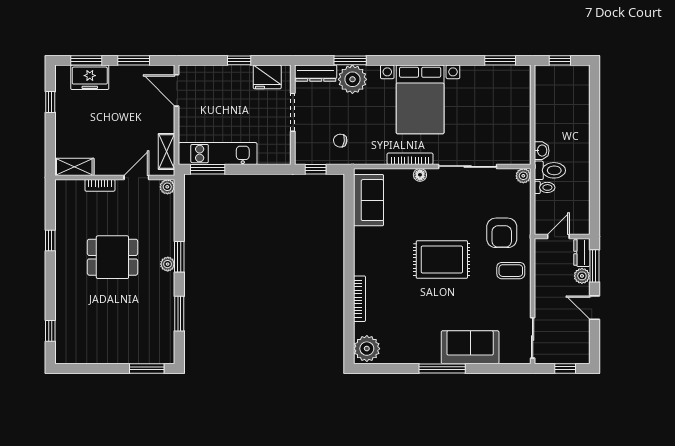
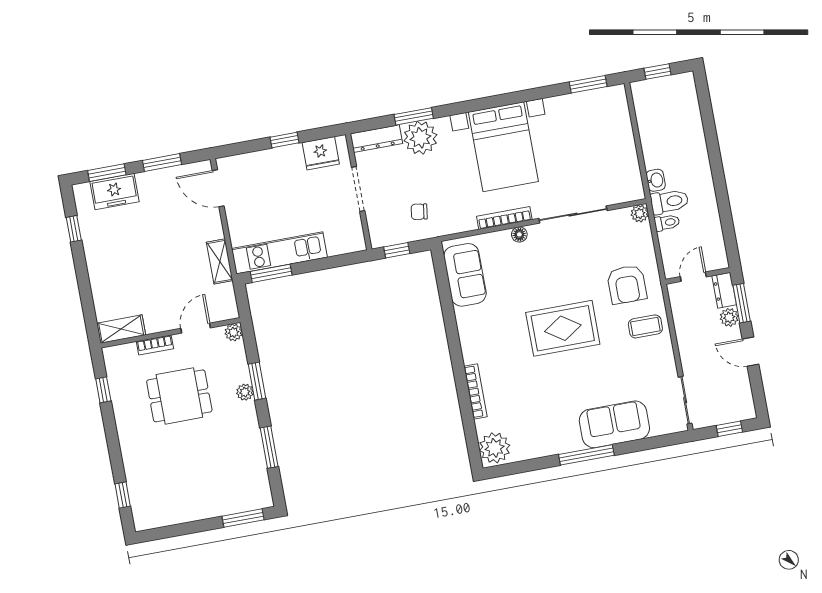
shelving: (74, 167) -> (121, 329), moved
wall: (115, 178) -> (170, 333), moved
door: (136, 178) -> (196, 328), moved
bookcase: (100, 185) -> (155, 345), moved
plant: (167, 187) -> (234, 332), moved

